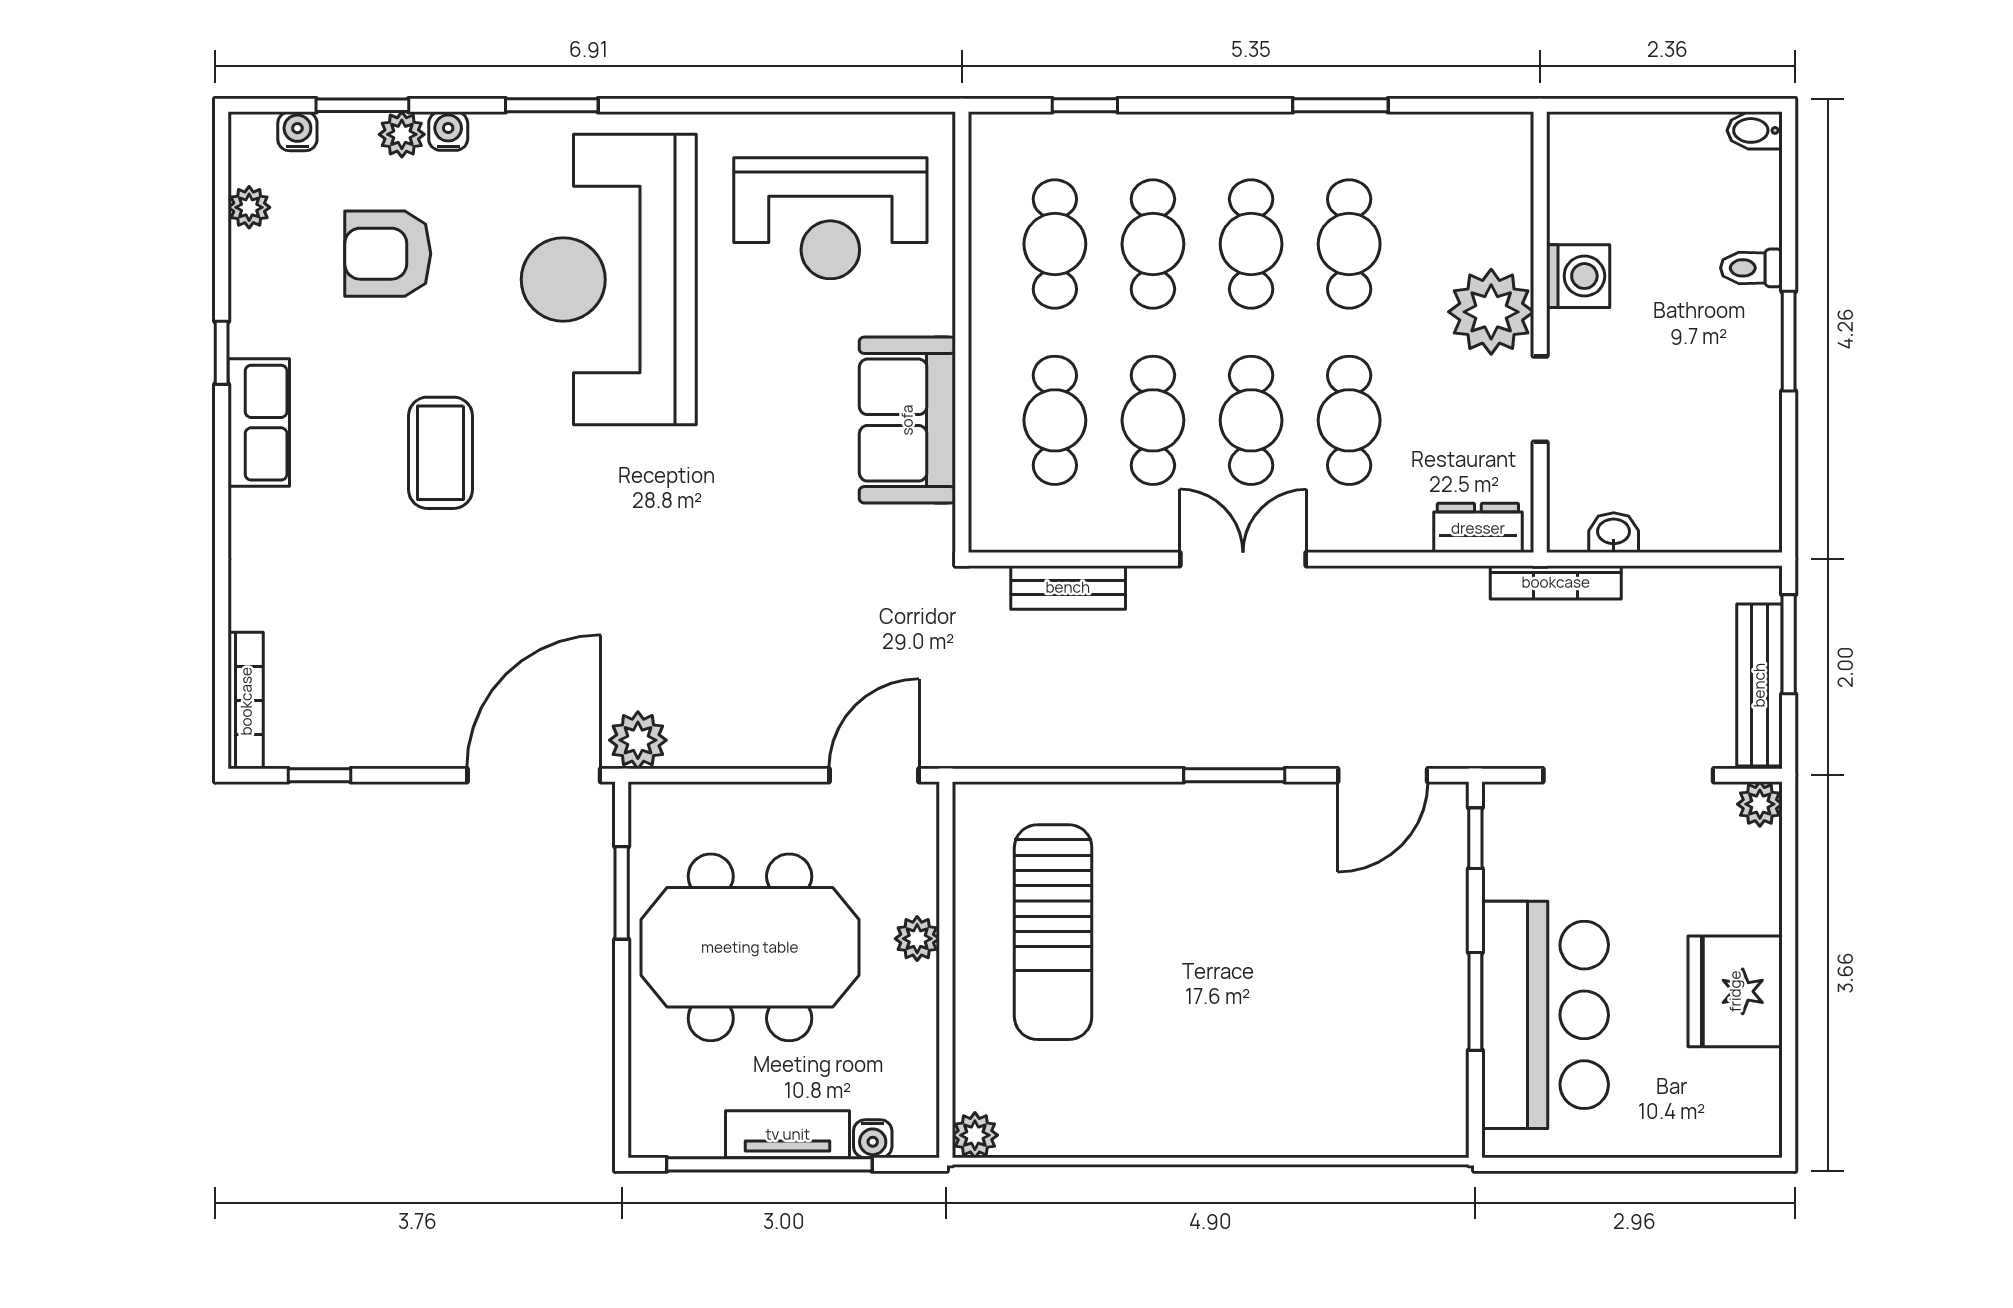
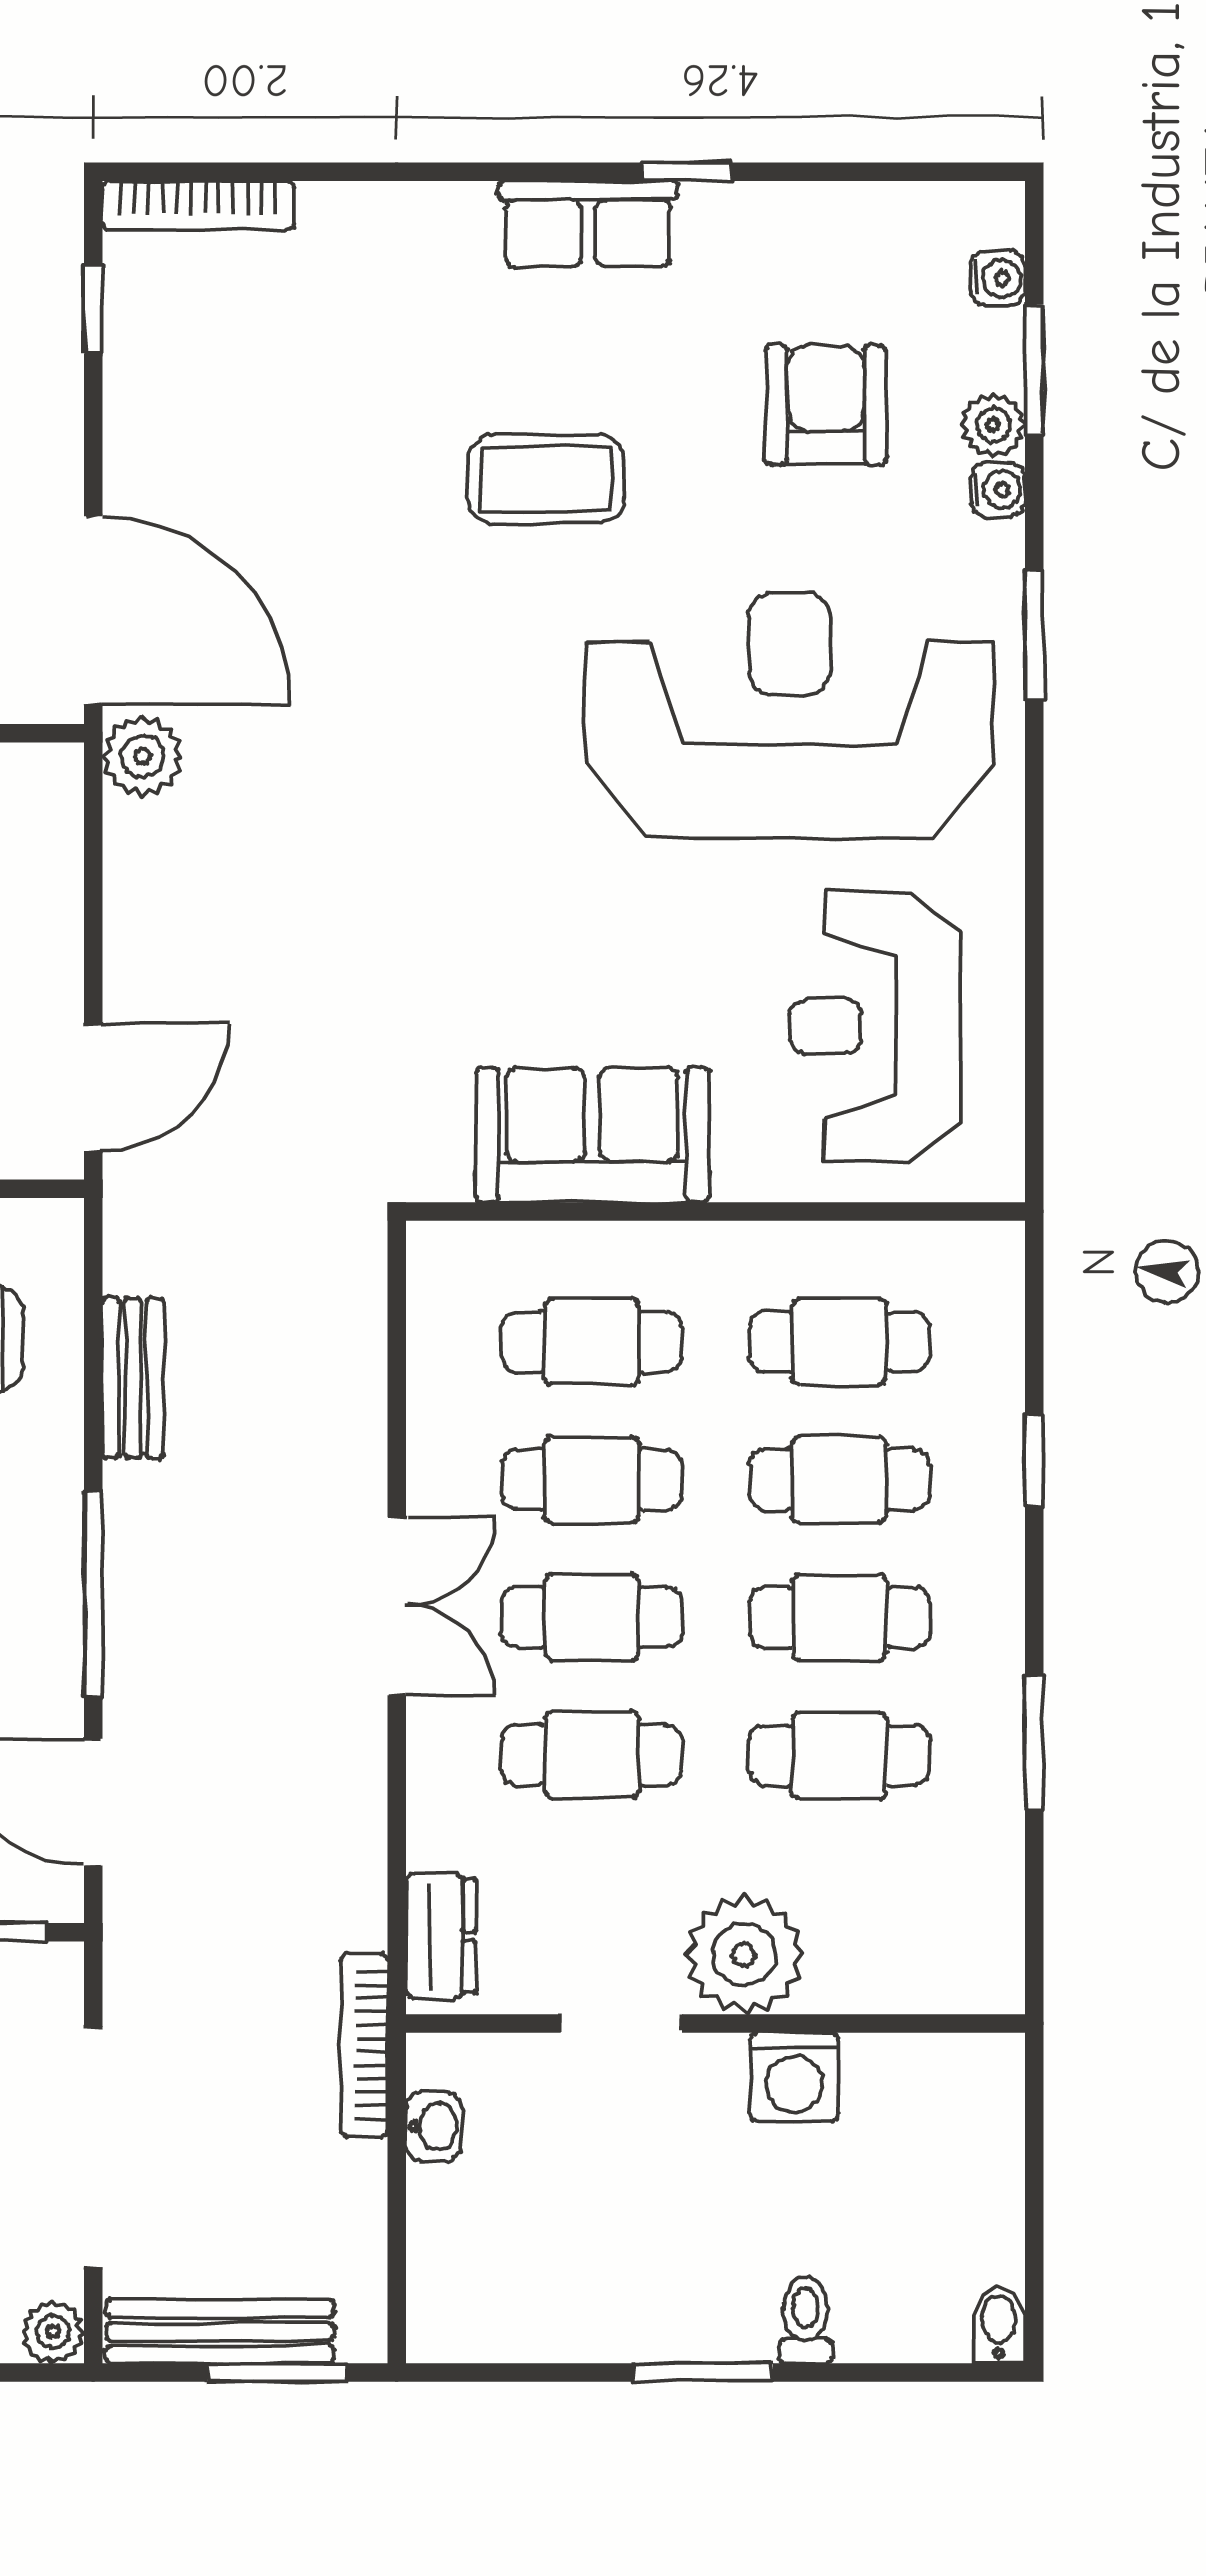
window: (1085, 105) -> (1034, 1460), moved
plant: (249, 207) -> (891, 210), removed
bench: (1068, 587) -> (133, 1378), moved
door: (874, 775) -> (93, 1088), hinge flipped
window: (1234, 775) -> (93, 1594), width x1.44

